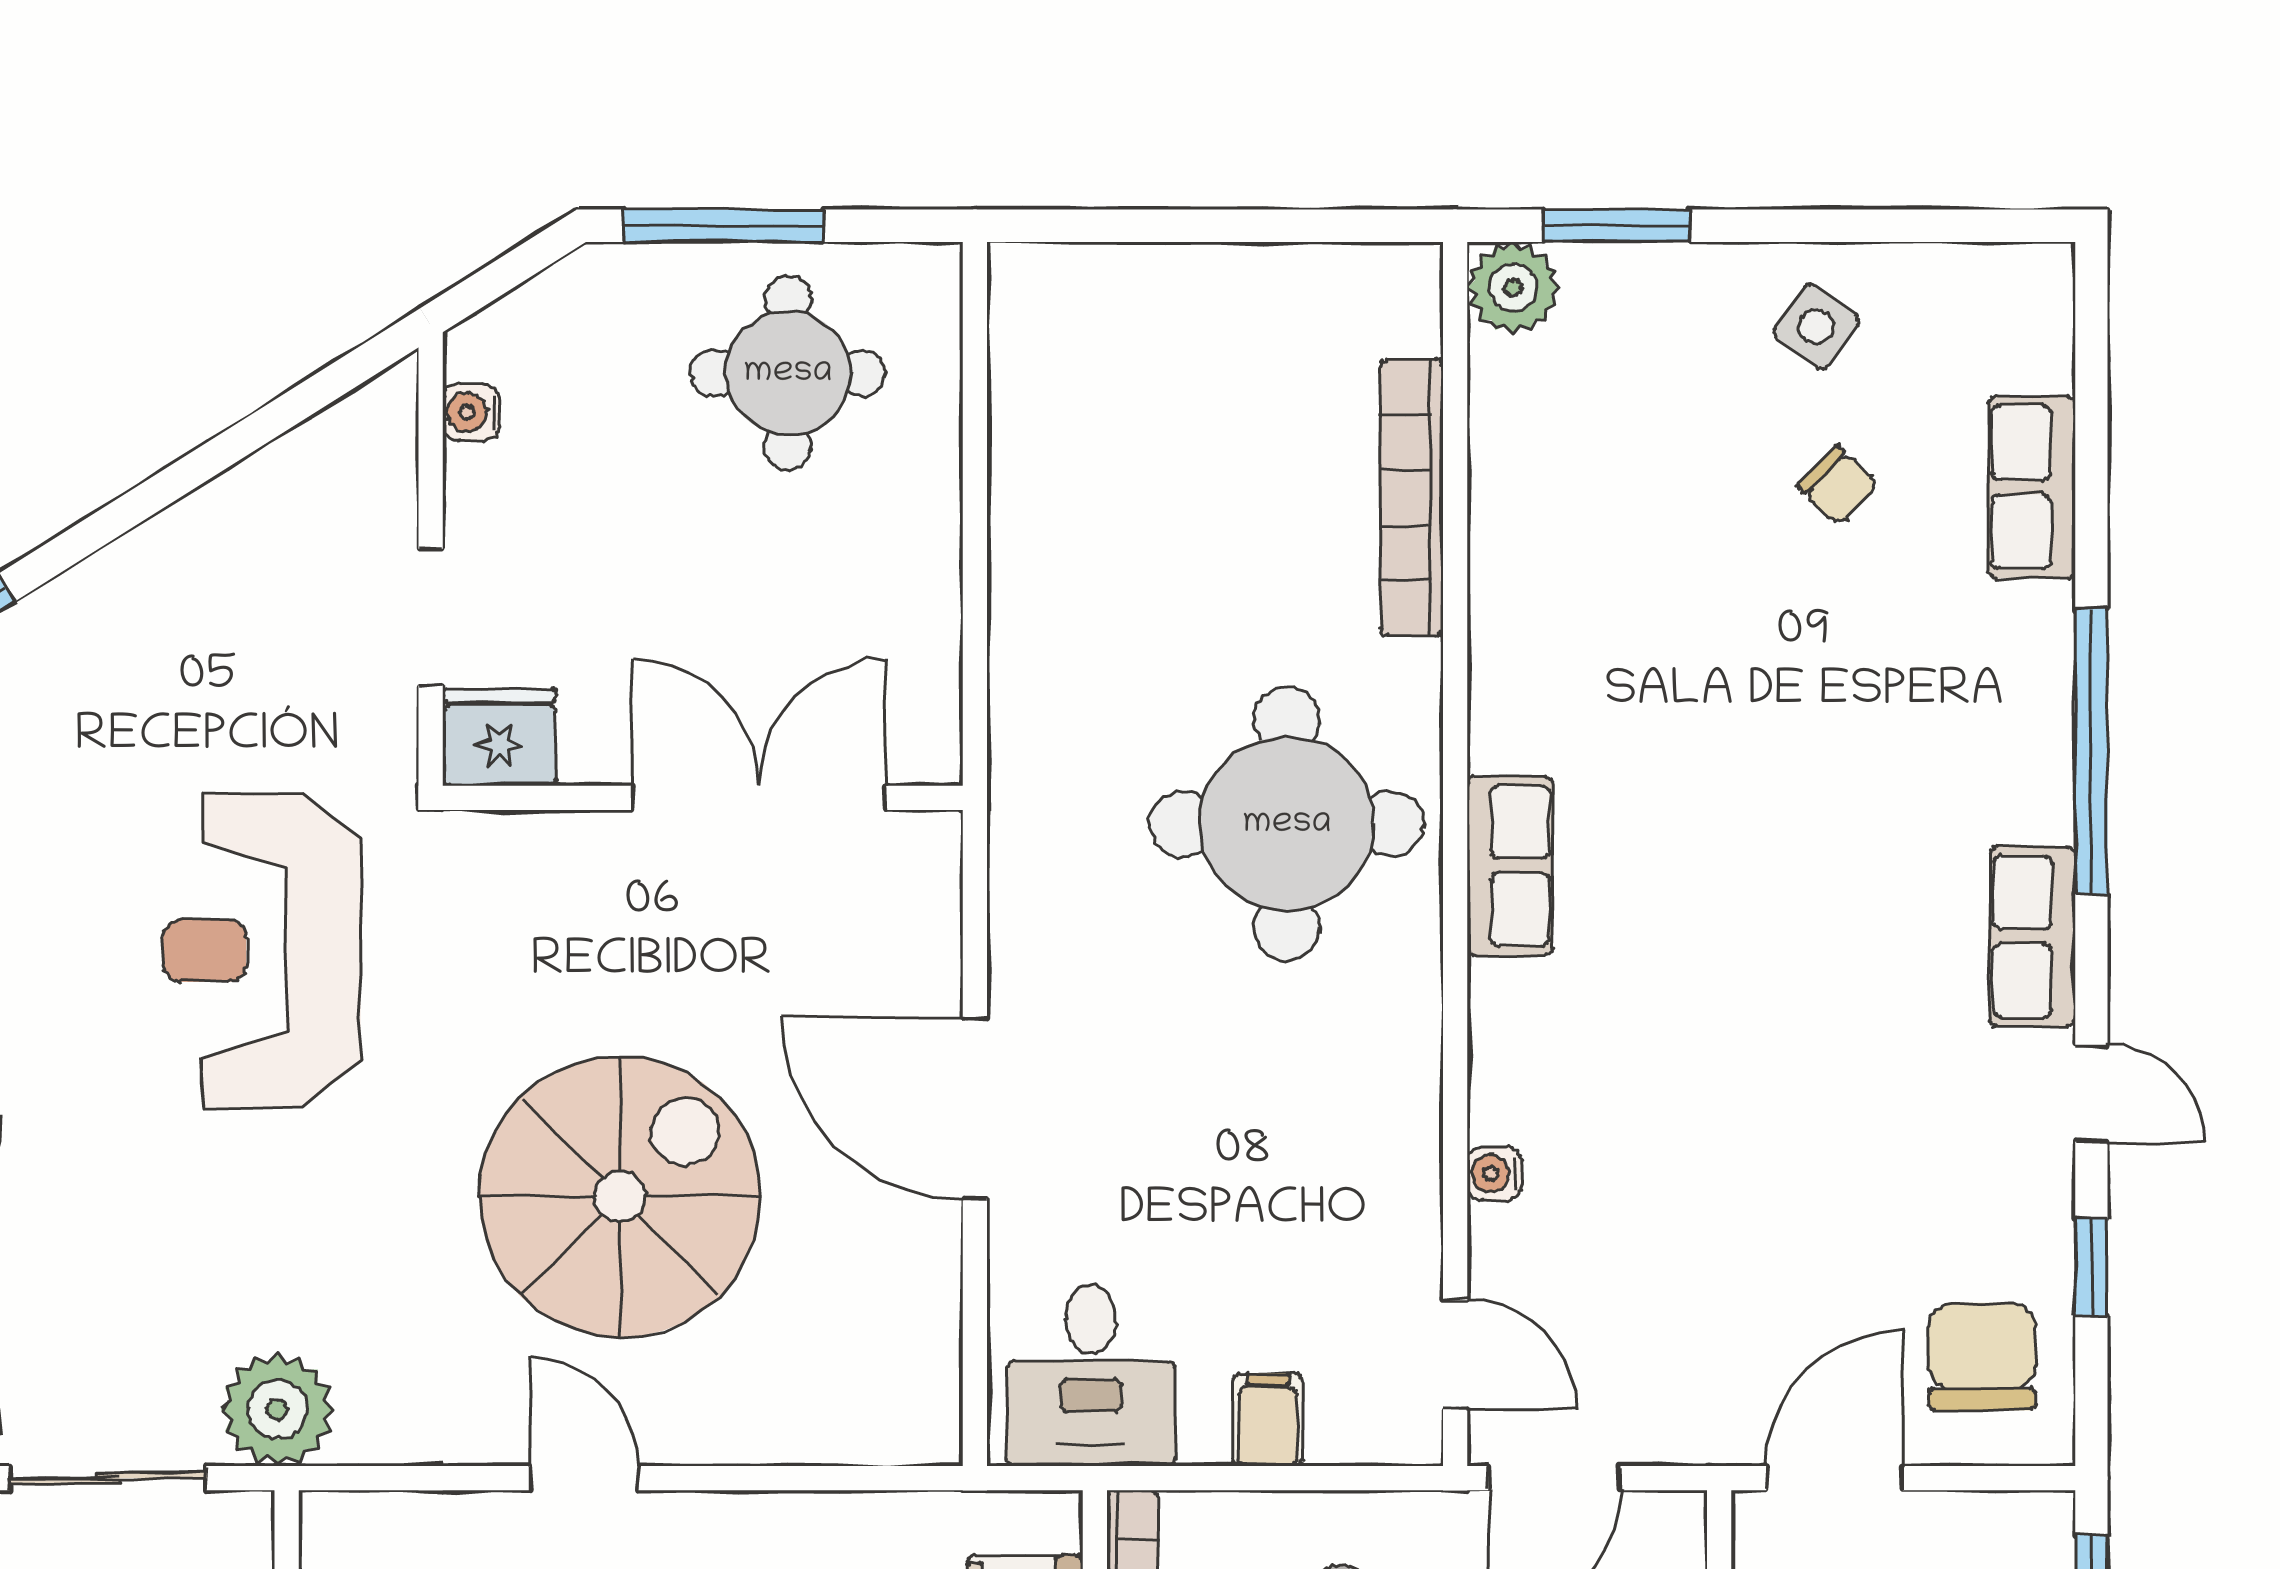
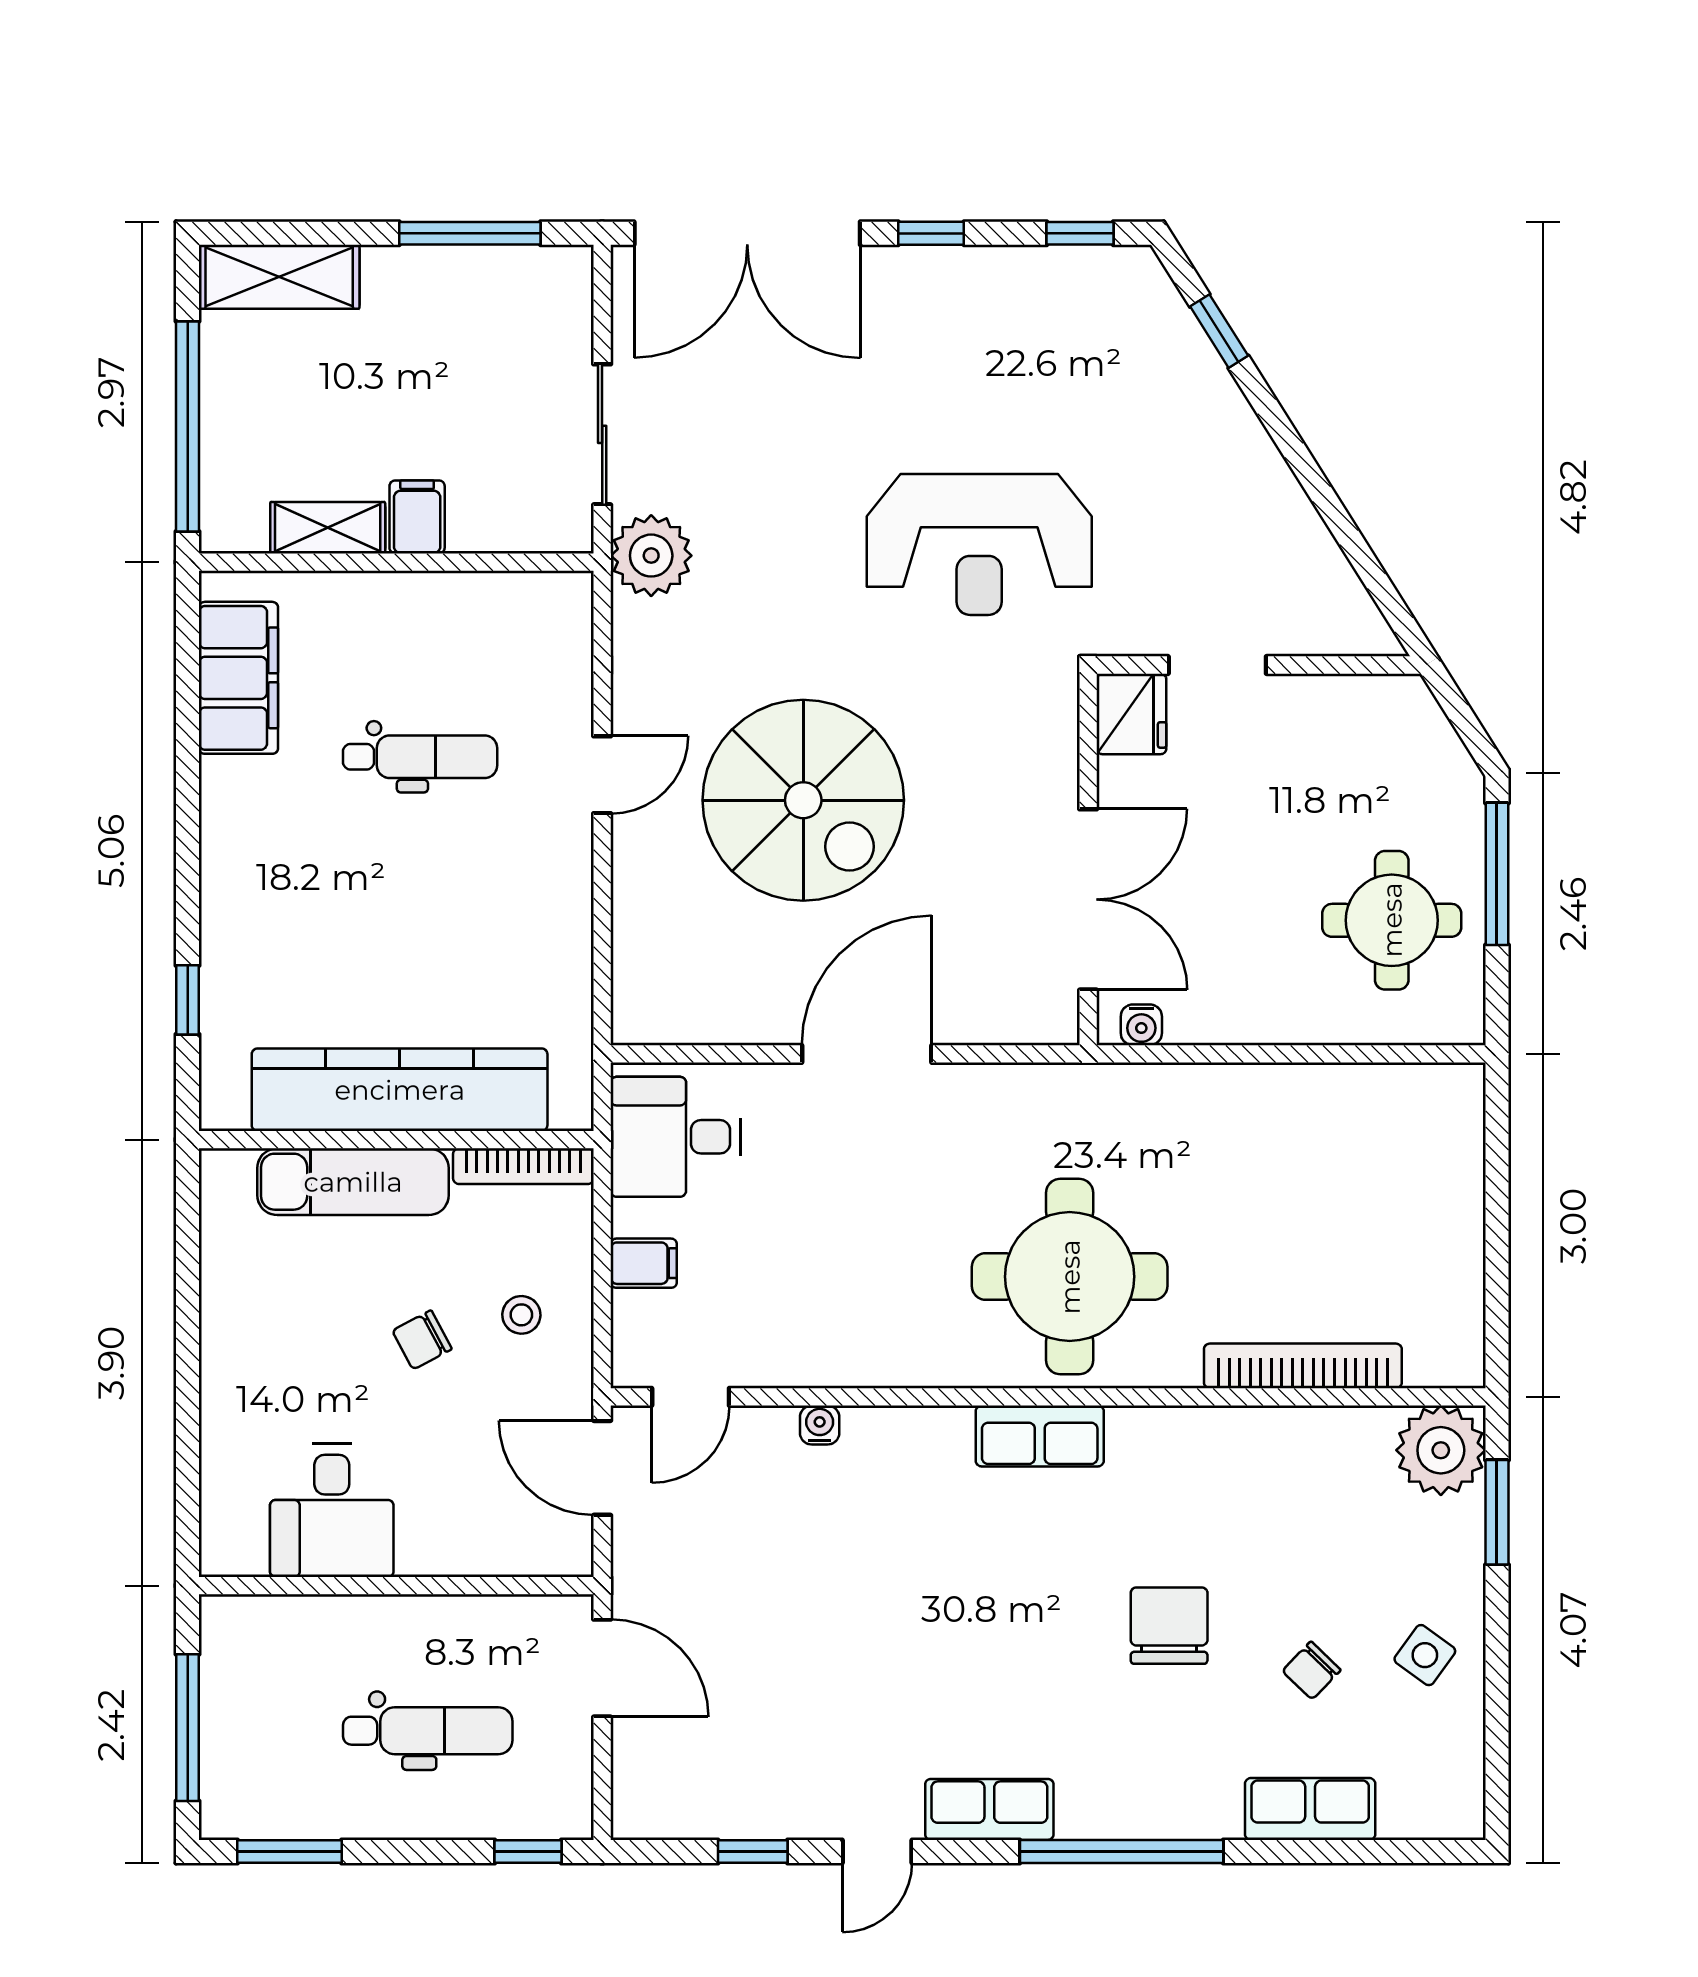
plant: (1513, 288) -> (1441, 1450), width x1.36, depth x1.36
water cooler: (471, 412) -> (1141, 1025), moved, turned 180
reception desk: (262, 950) -> (979, 544), turned 180
chair: (1982, 1357) -> (1169, 1626), moved, turned -90

